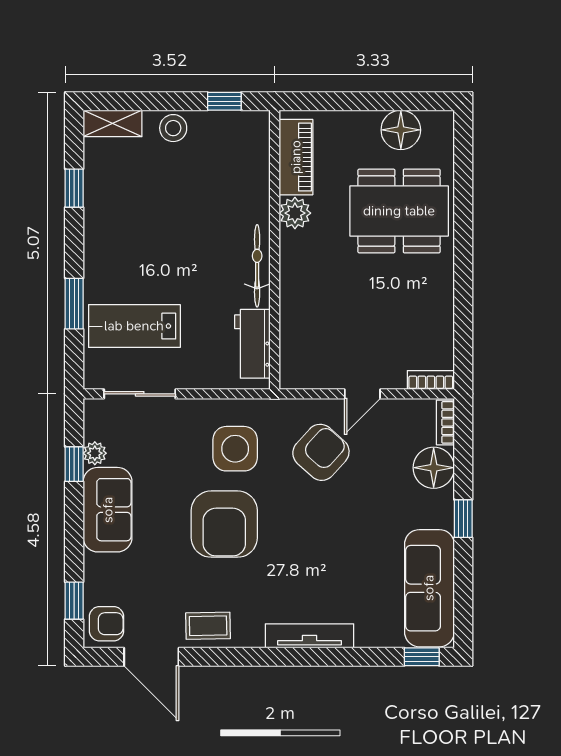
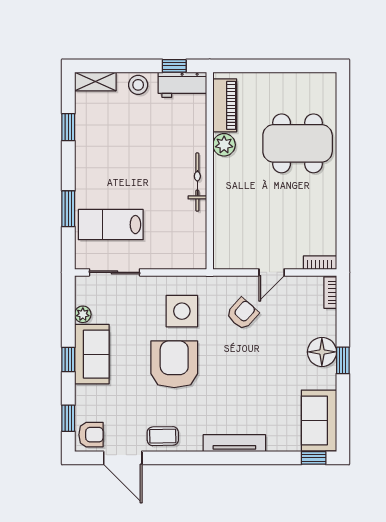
floor lamp: (401, 130) -> (299, 86), removed
workbench: (252, 344) -> (182, 85), moved, turned -90
armchair: (321, 452) -> (242, 314), width x0.72, depth x0.72
window: (74, 464) -> (68, 360), moved
floor lamp: (434, 468) -> (322, 352), moved
armchair: (224, 524) -> (174, 364), turned 180
sofa: (429, 588) -> (319, 421), width x0.73

